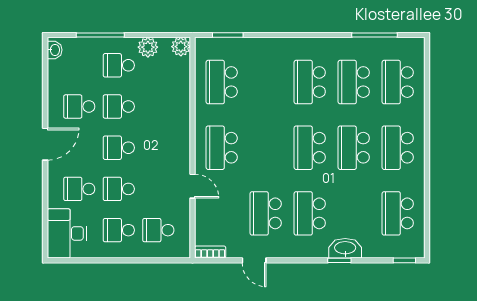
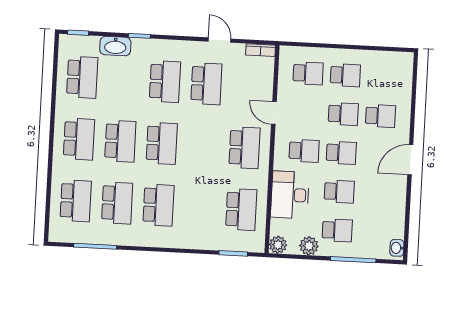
school desk: (79, 106) -> (304, 151), moved
desk: (67, 233) -> (290, 195), moved, turned 180
washbasin: (345, 248) -> (115, 46), moved

